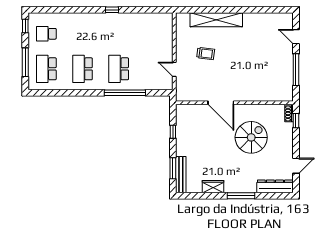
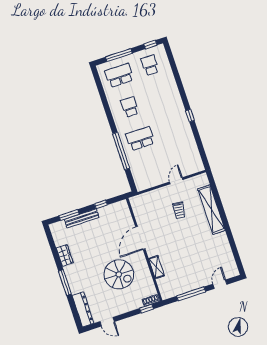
school desk: (83, 69) -> (130, 107), width x0.54
door: (174, 69) -> (176, 181), moved
shelving: (257, 96) -> (156, 267), added
bench: (181, 175) -> (82, 218), moved

